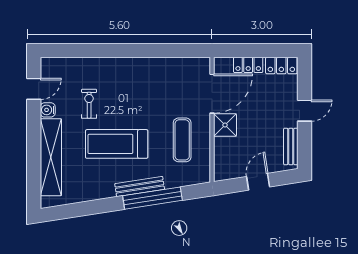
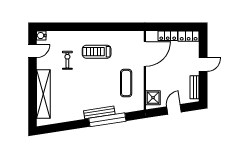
water cooler: (48, 110) -> (41, 36), moved
shower: (225, 125) -> (153, 98), moved
treadmill: (117, 144) -> (97, 52), moved, width x0.73, depth x0.73

